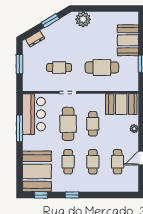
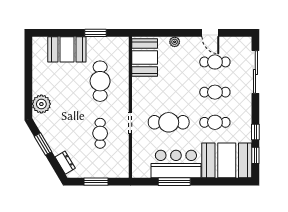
bar counter: (34, 114) -> (176, 164), moved
cafe table: (93, 124) -> (169, 92), removed
window: (72, 195) -> (255, 132), moved
sliding door: (109, 195) -> (255, 72), added

